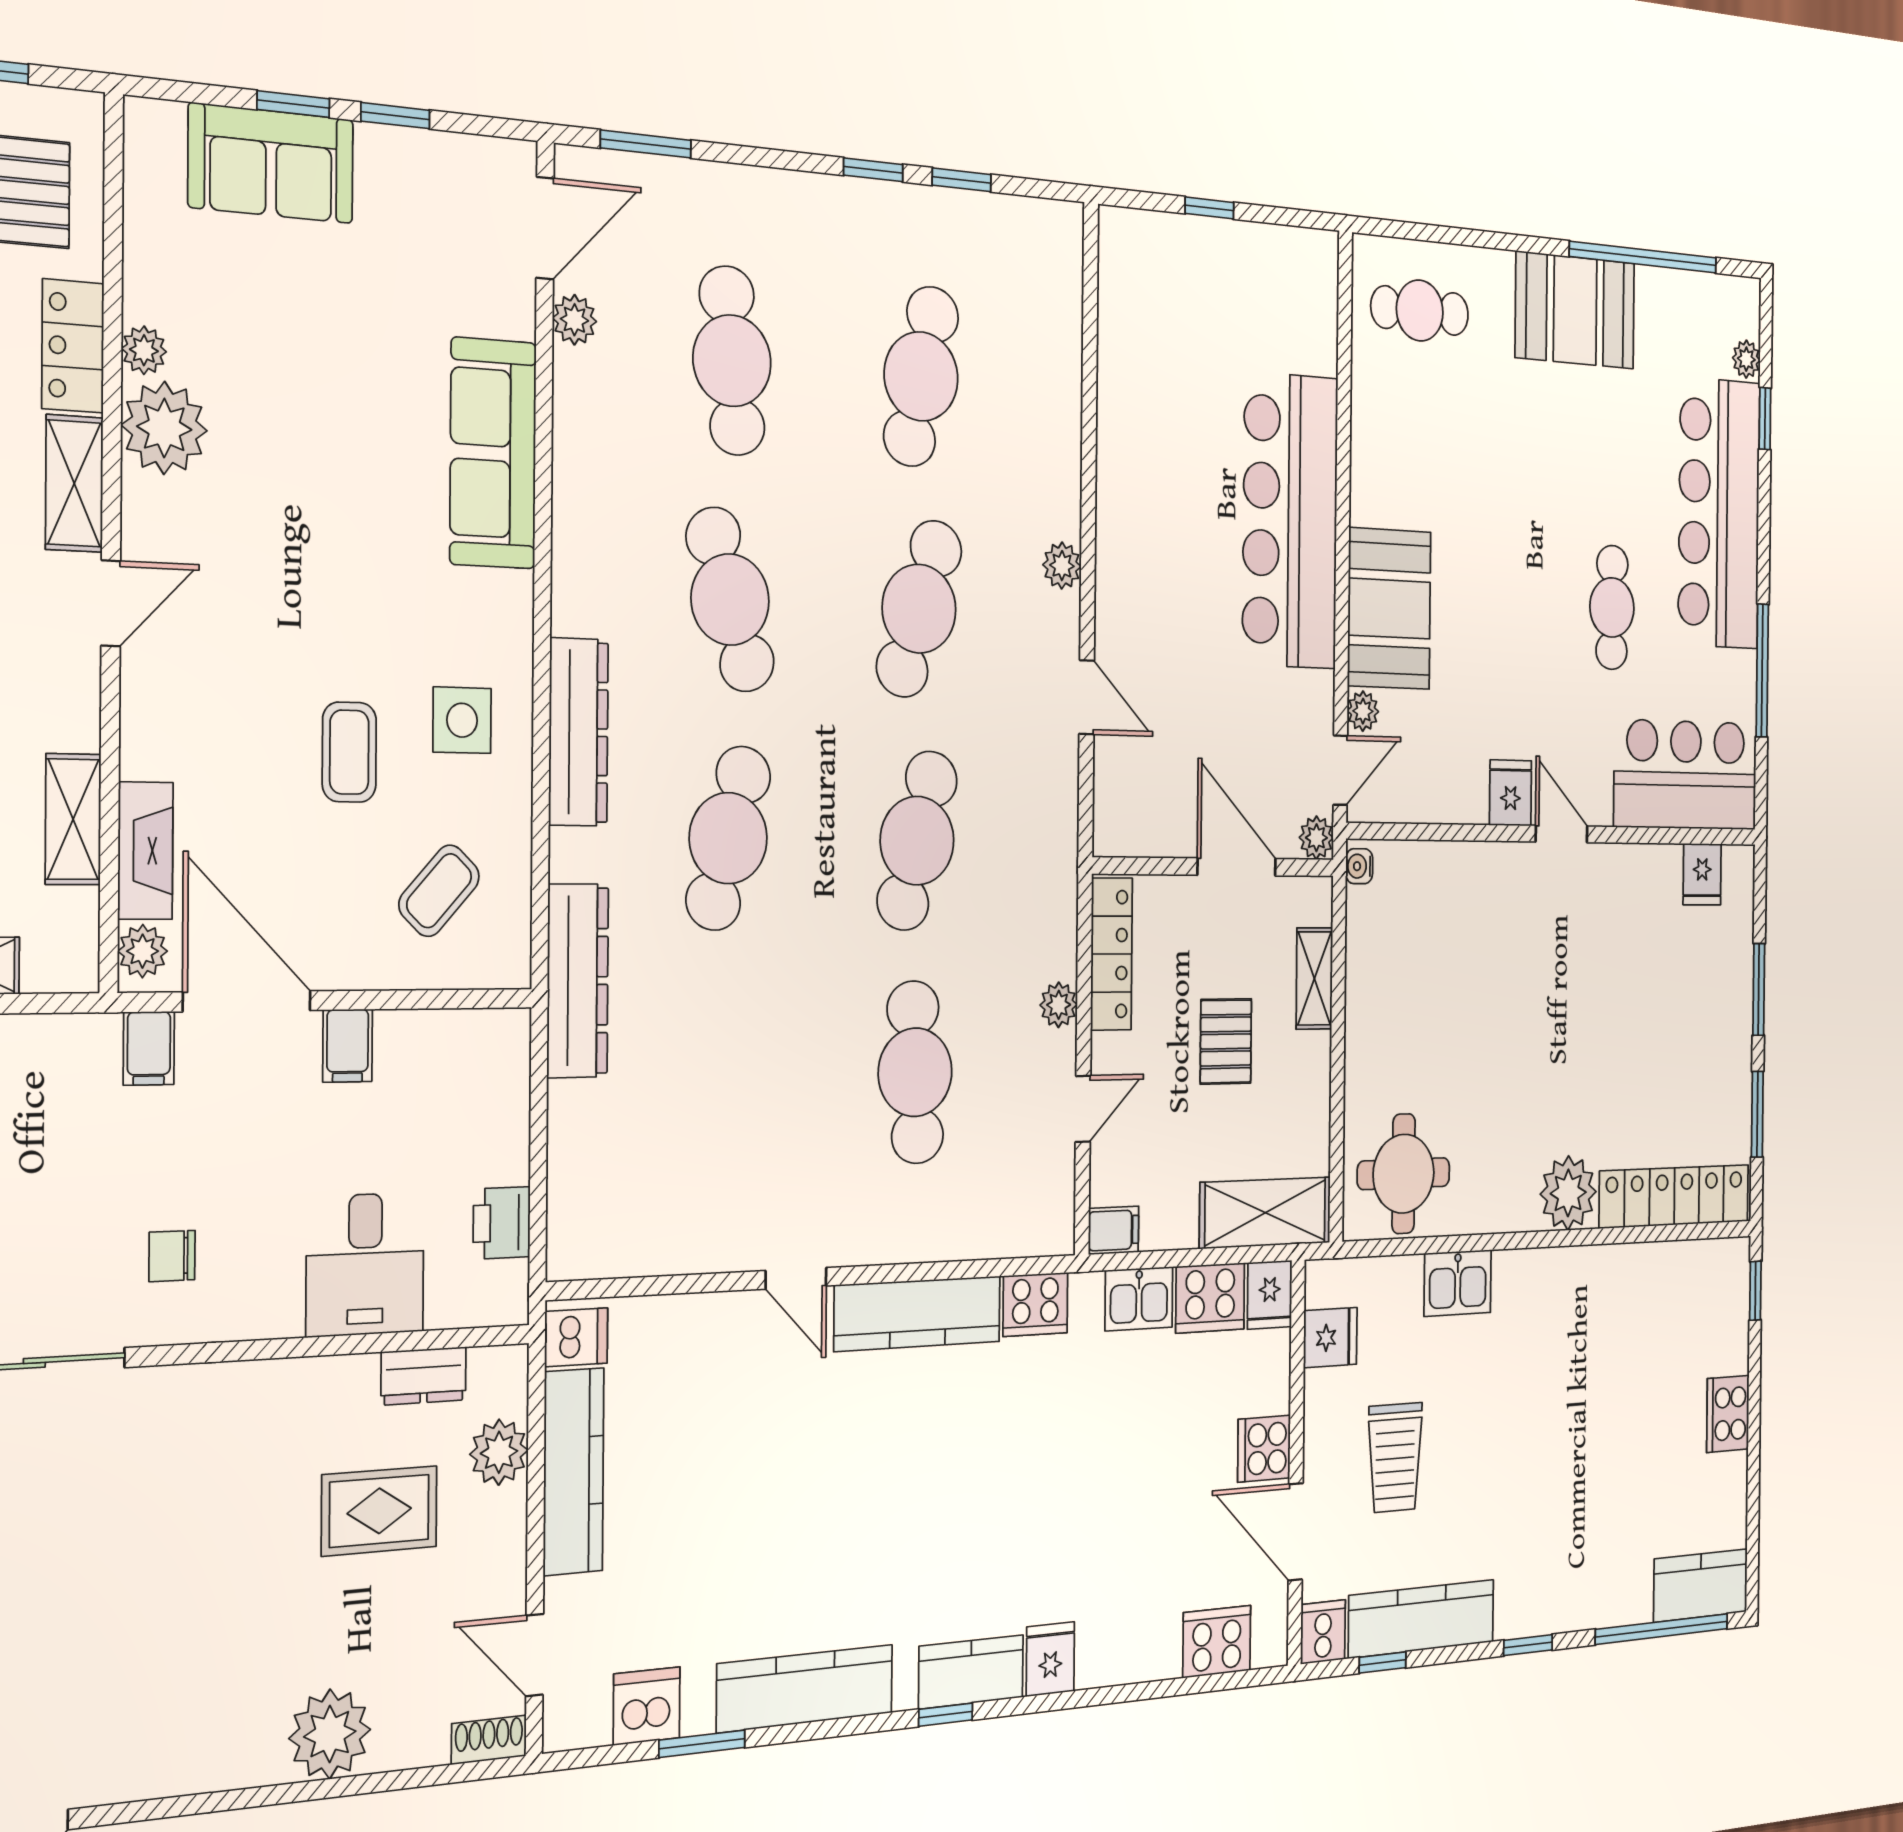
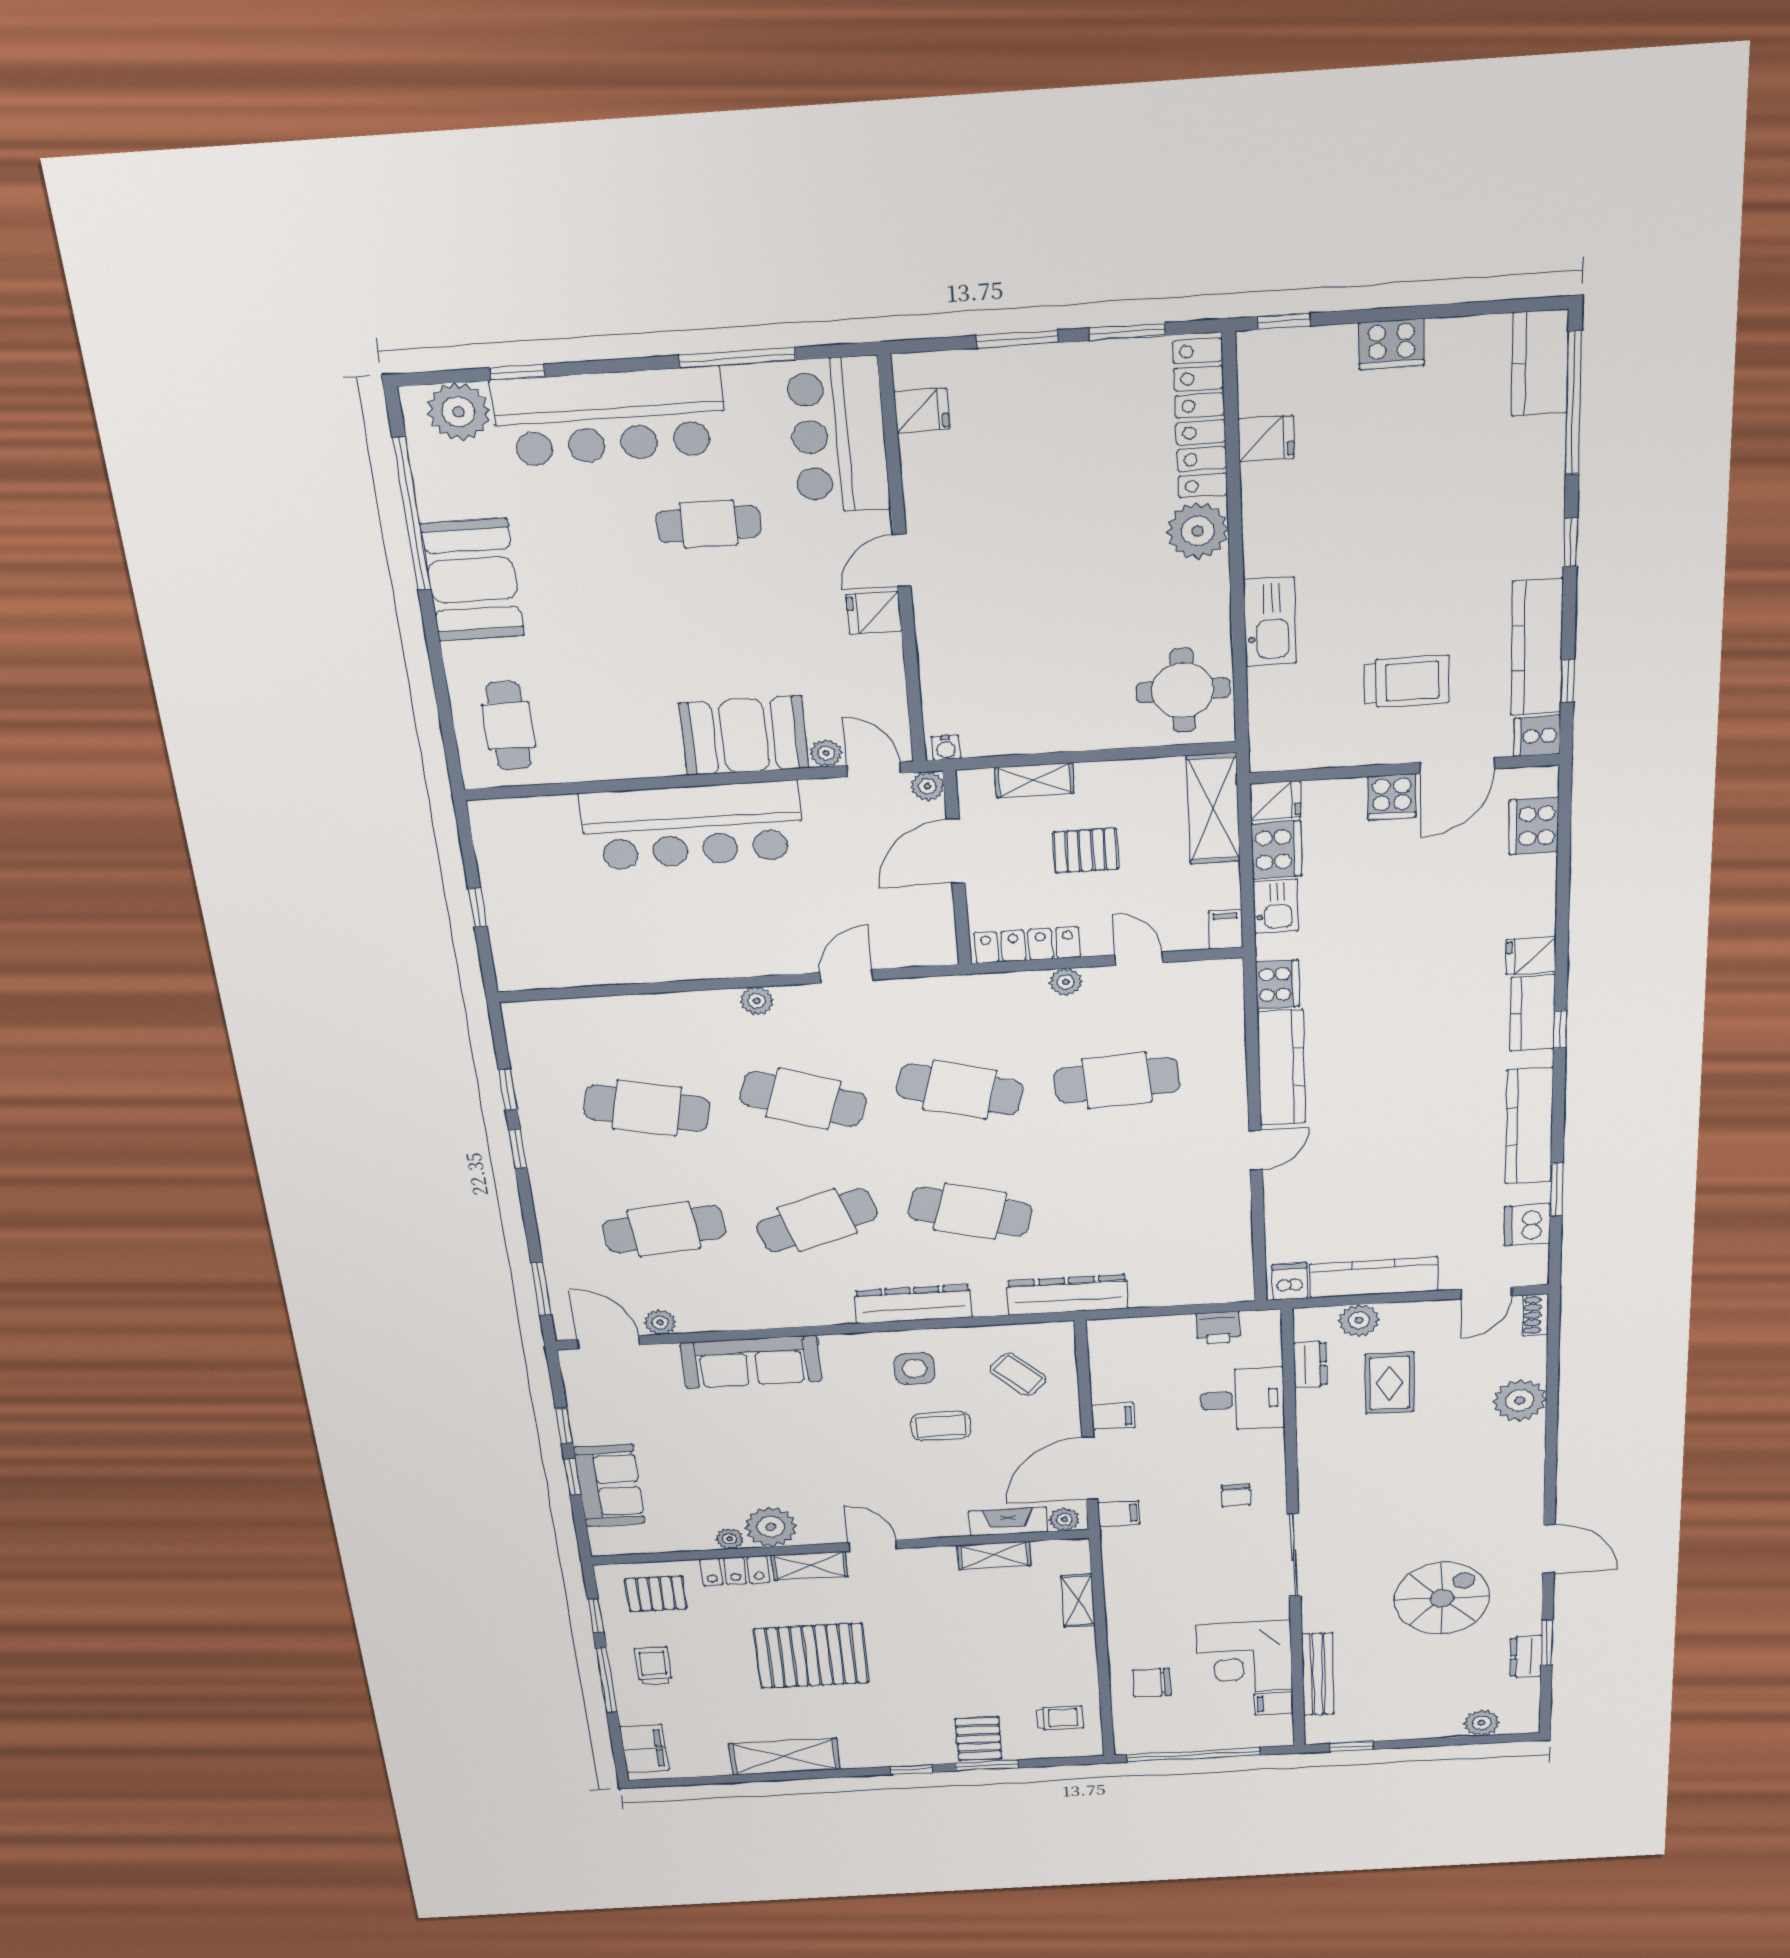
plant: (1746, 359) -> (458, 412), width x1.88, depth x1.88
kitchen sink: (1458, 1283) -> (1270, 622), width x1.38
fridge: (1330, 1338) -> (1266, 439), moved, turned 90

